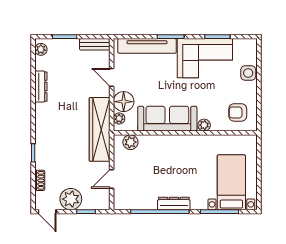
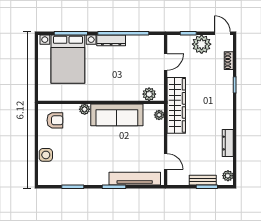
bench: (95, 44) -> (203, 180), moved
corner sofa: (205, 58) -> (84, 168), removed
door: (112, 77) -> (166, 162), moved
floor lamp: (124, 102) -> (155, 130), removed
bed with nightstands: (231, 182) -> (68, 59), width x1.36

